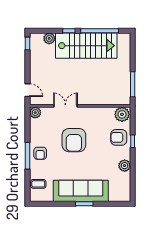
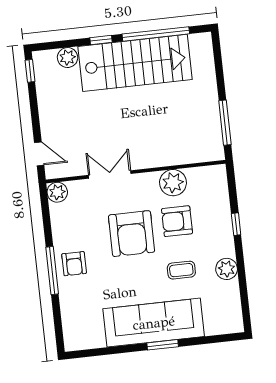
plant: (122, 114) -> (173, 183), moved
armchair: (119, 137) -> (177, 221), moved
coffee table: (38, 184) -> (181, 270), moved

